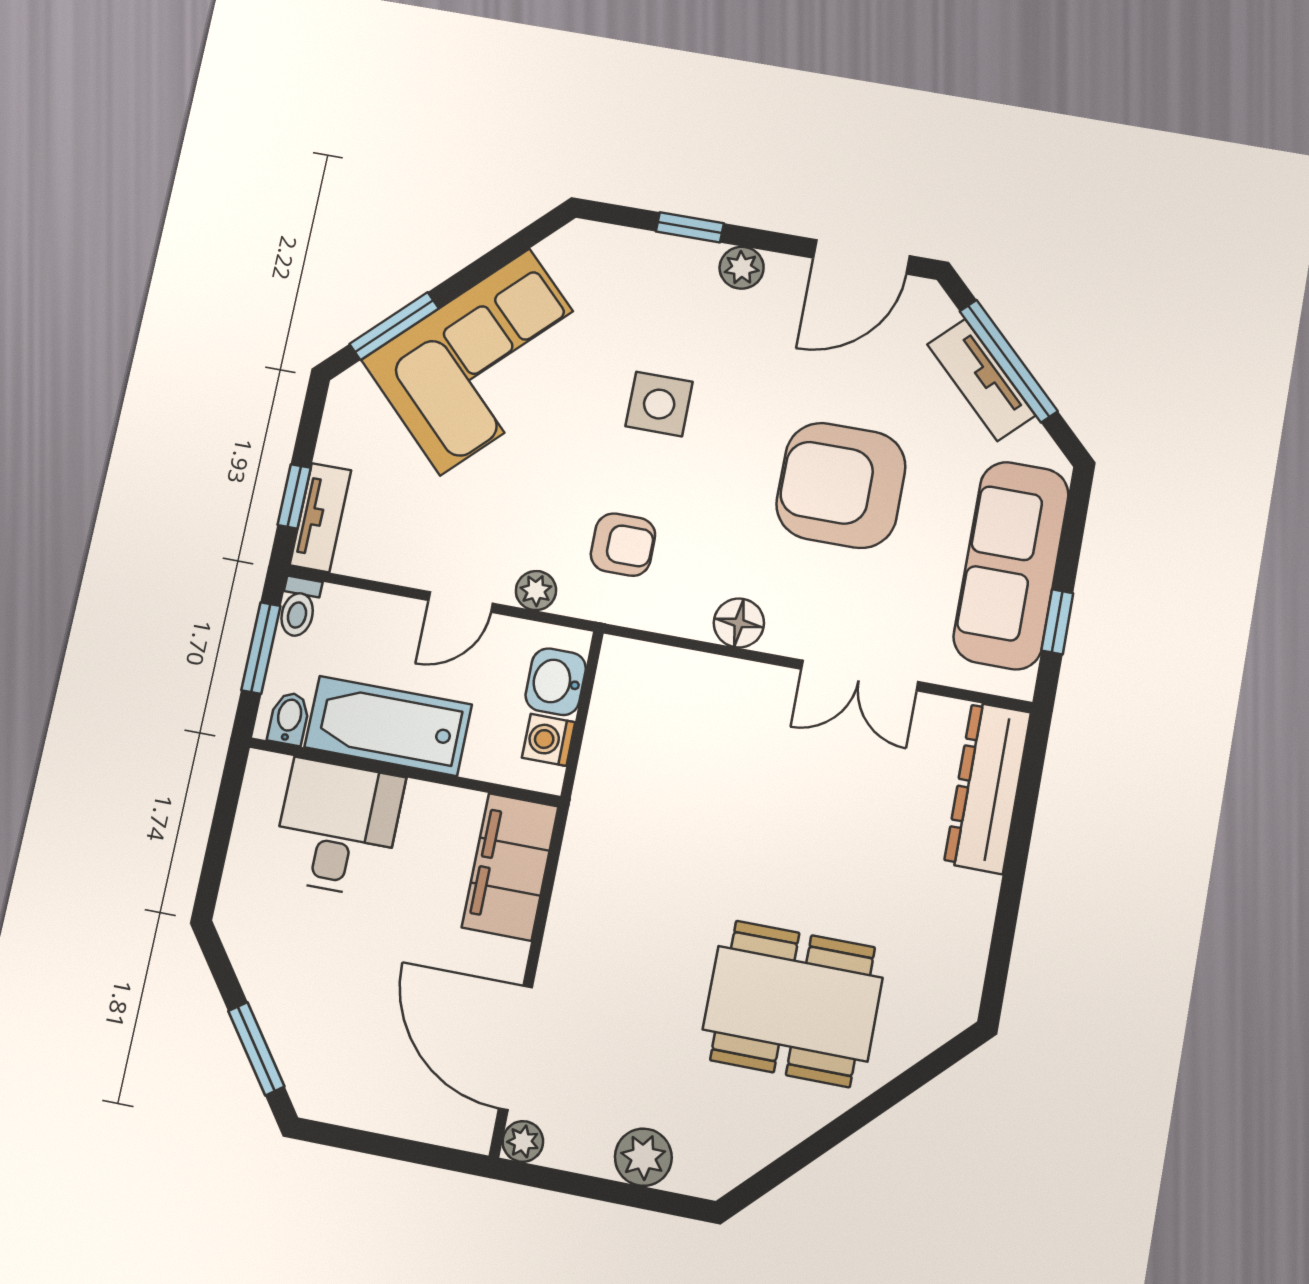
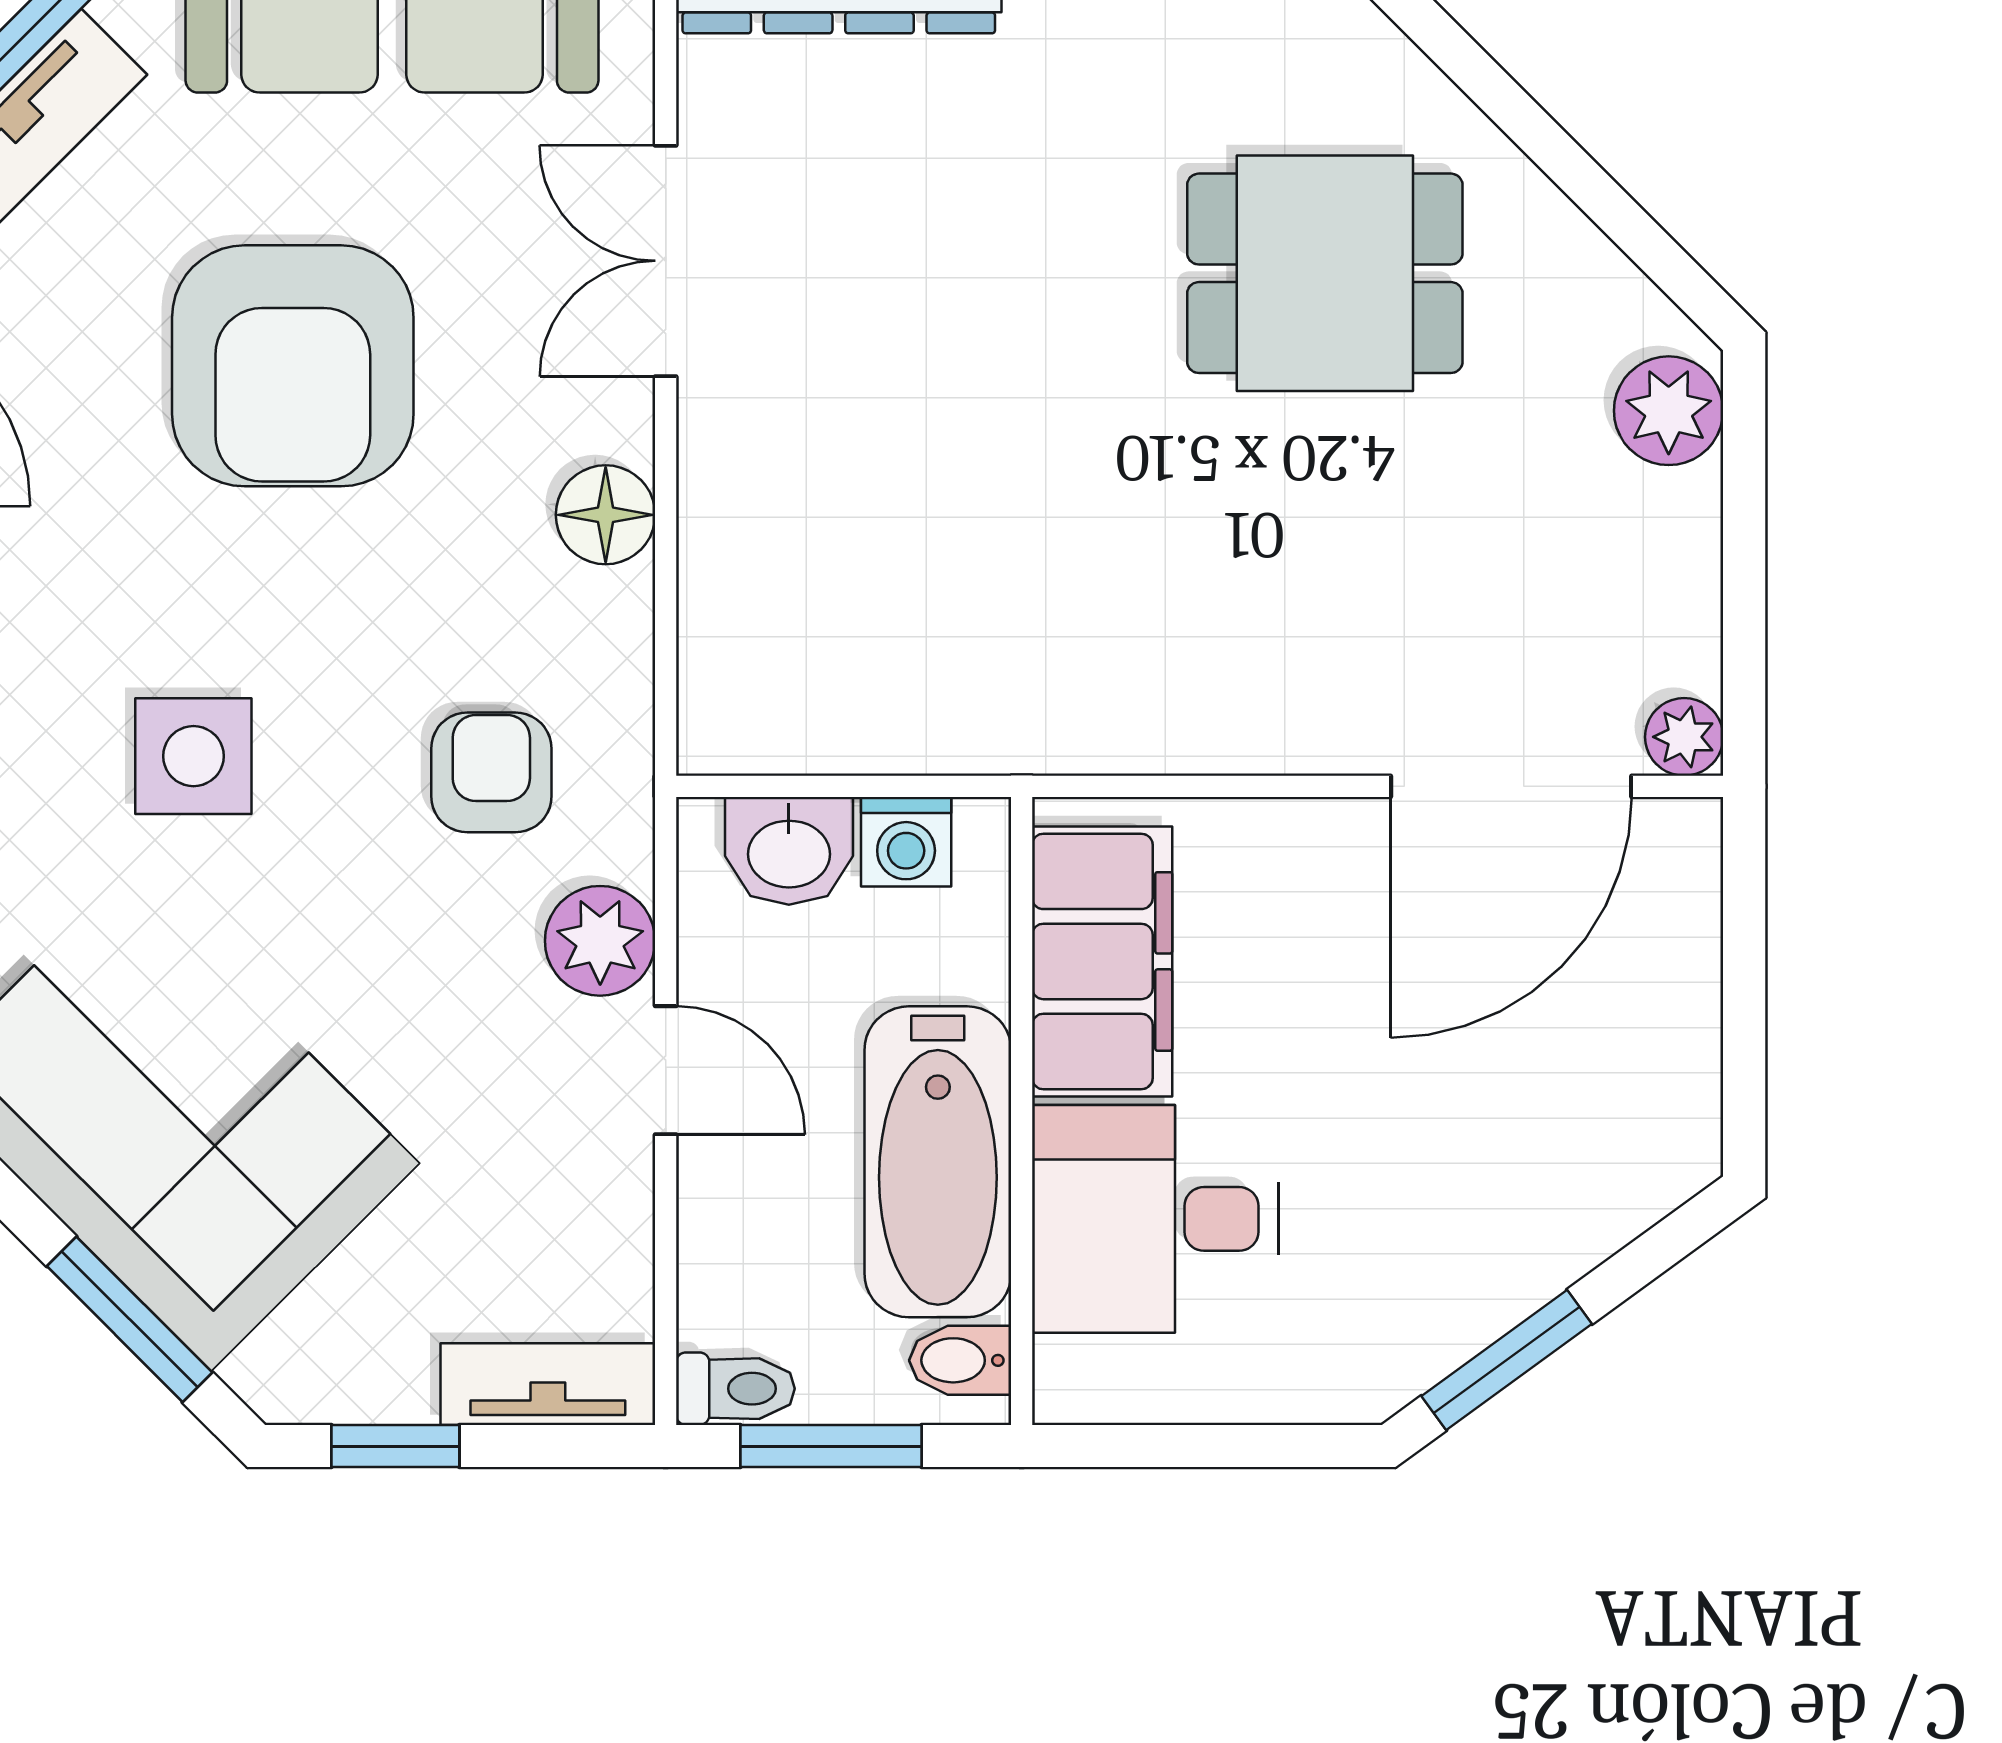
window: (294, 496) -> (395, 1446), moved
plant: (536, 591) -> (600, 941), width x1.38, depth x1.38
double door: (859, 675) -> (666, 261), swing flipped
filing cabinet: (510, 867) -> (1102, 961), moved, turned -90
dining table: (793, 1004) -> (1325, 273), width x0.73
window: (256, 1049) -> (1507, 1360), moved
plant: (643, 1157) -> (1669, 411), moved

